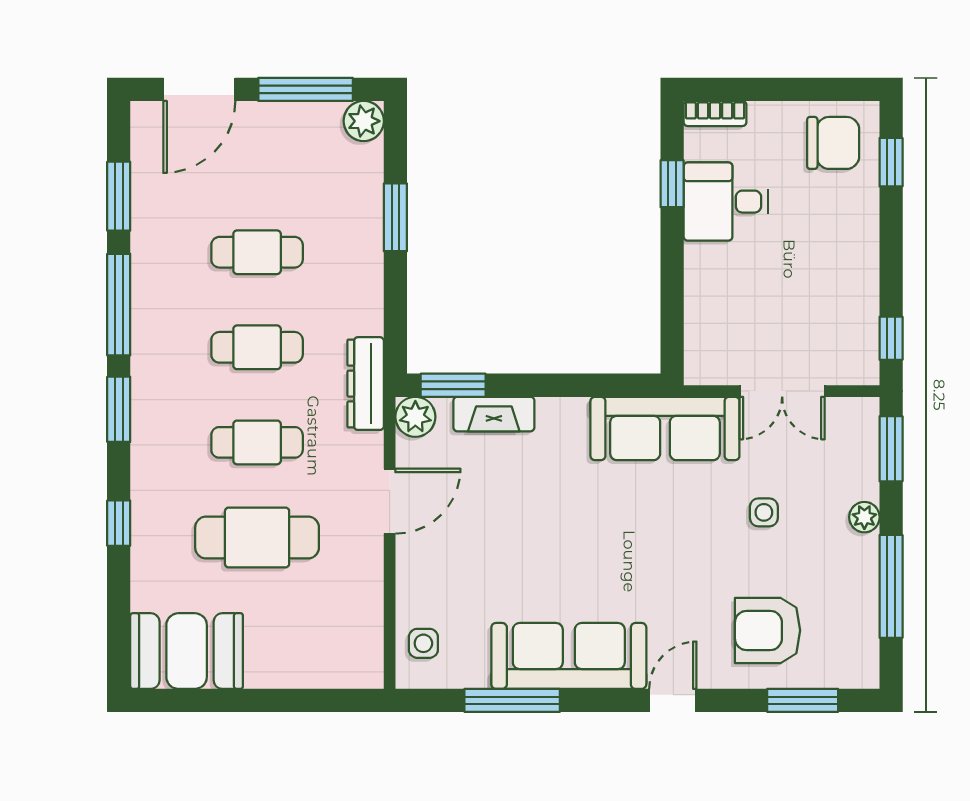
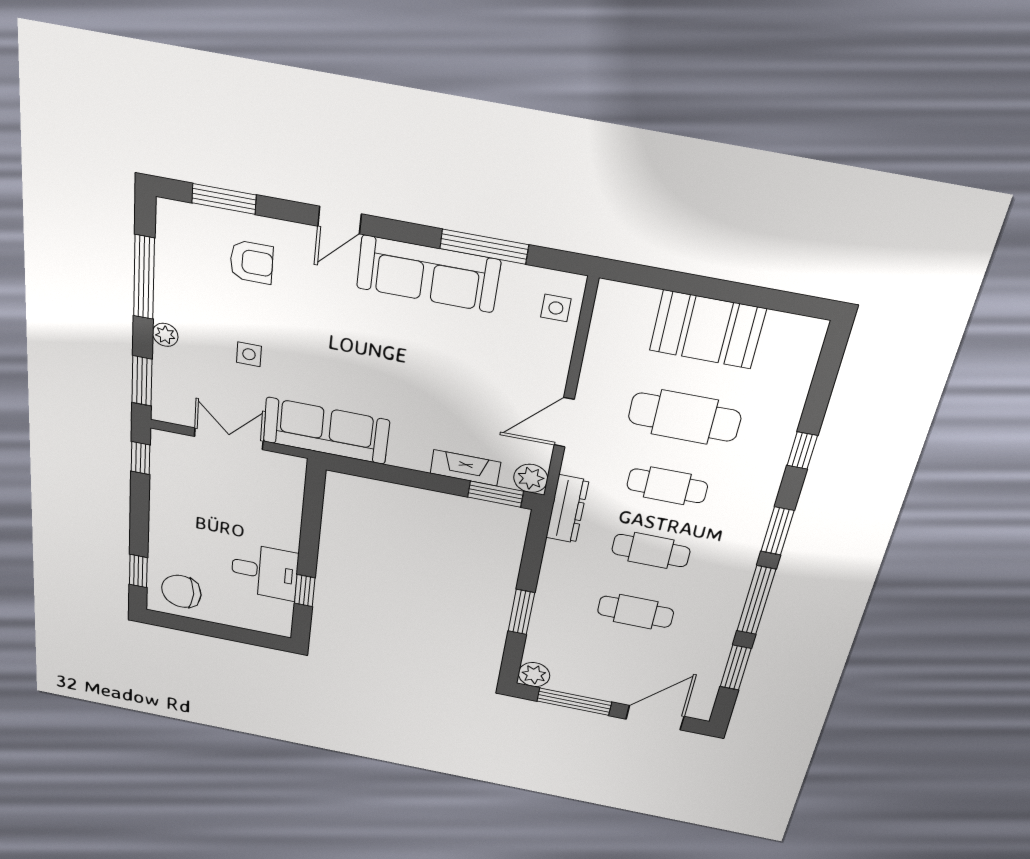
bookcase: (715, 113) -> (269, 626), removed
armchair: (768, 630) -> (252, 262), width x0.72, depth x0.72
booth: (187, 651) -> (707, 330), moved

